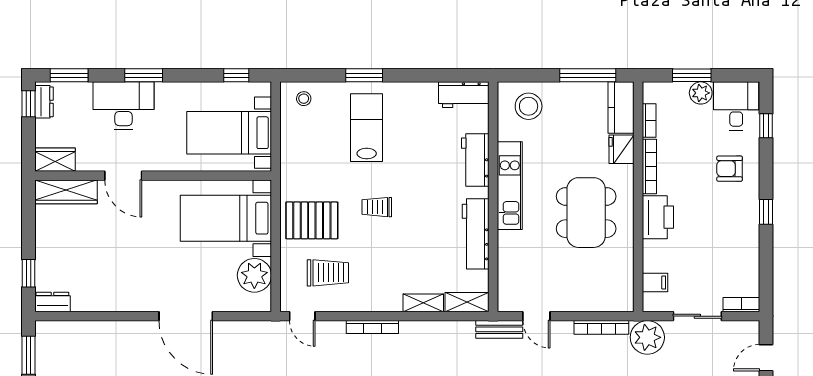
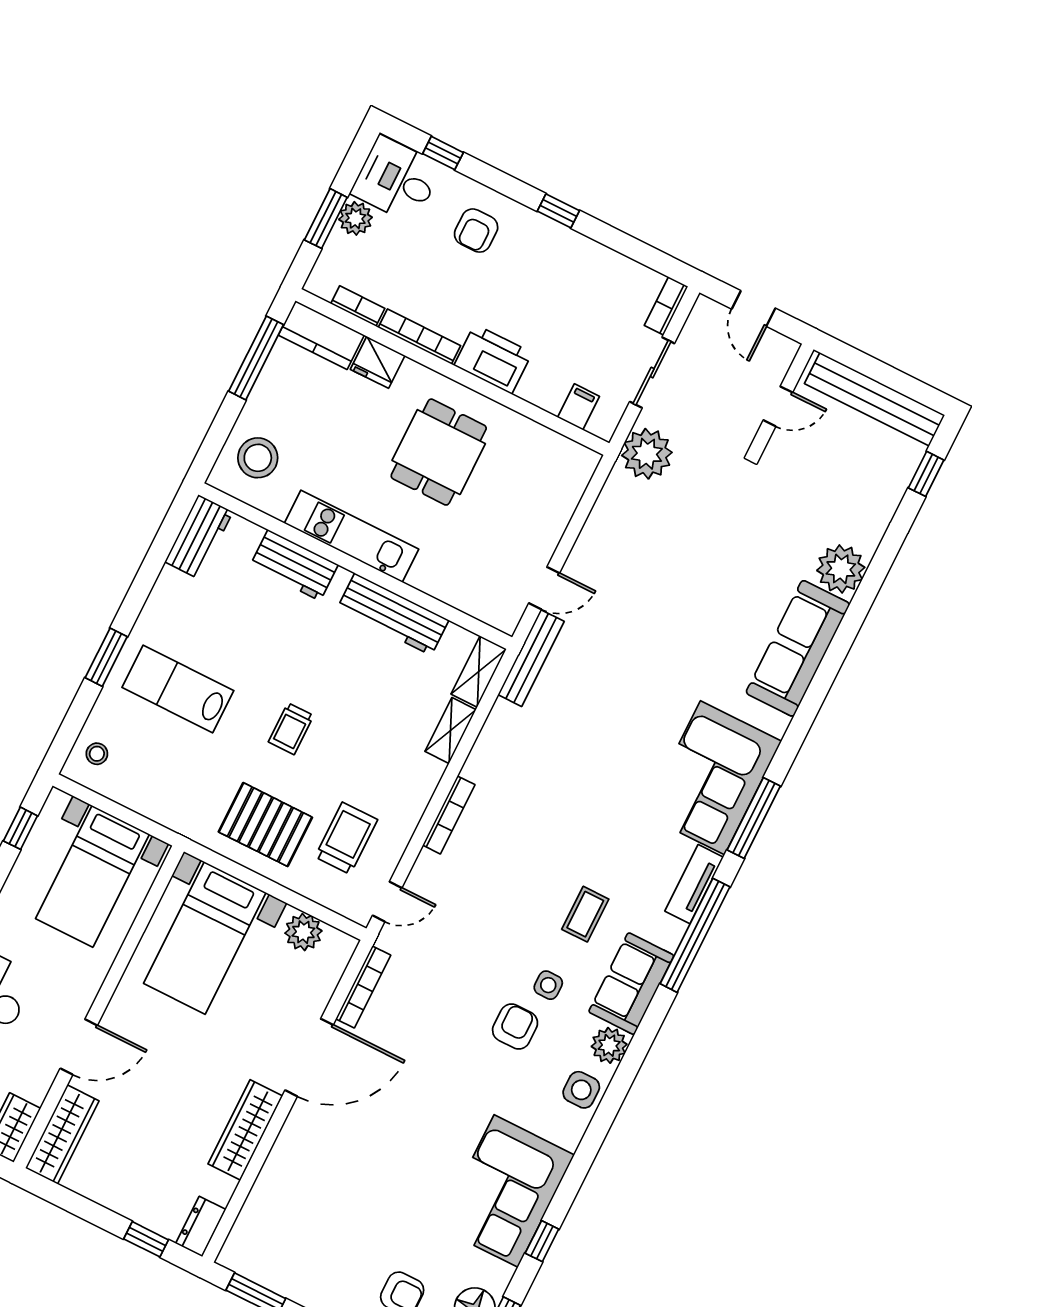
dining table: (586, 213) -> (439, 452), width x0.73
pallet: (312, 220) -> (265, 825), turned 90
plant: (254, 275) -> (303, 932), width x0.73, depth x0.73
wardrobe: (123, 300) -> (245, 1130), added
bookcase: (601, 327) -> (363, 987), moved
bench: (499, 329) -> (531, 658), width x1.36

